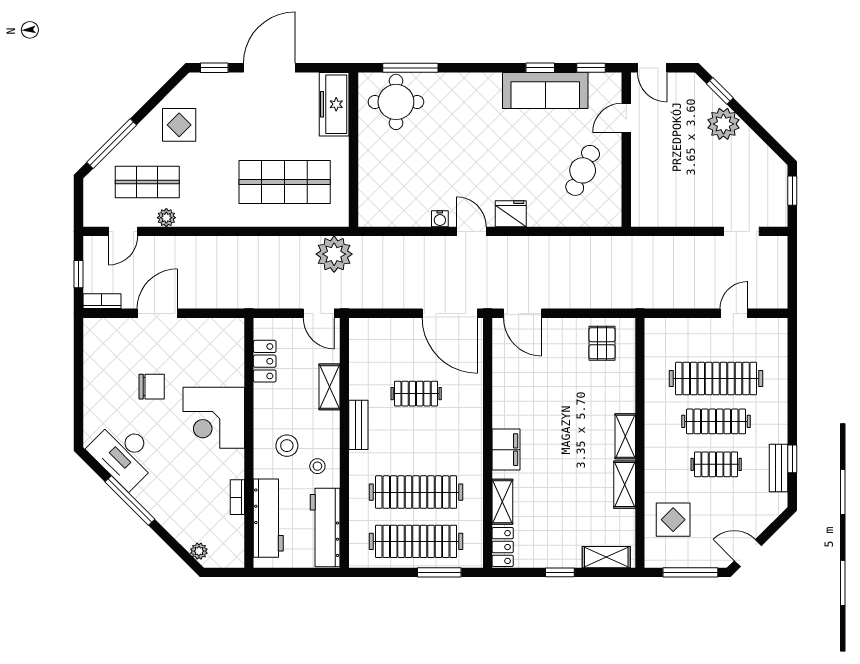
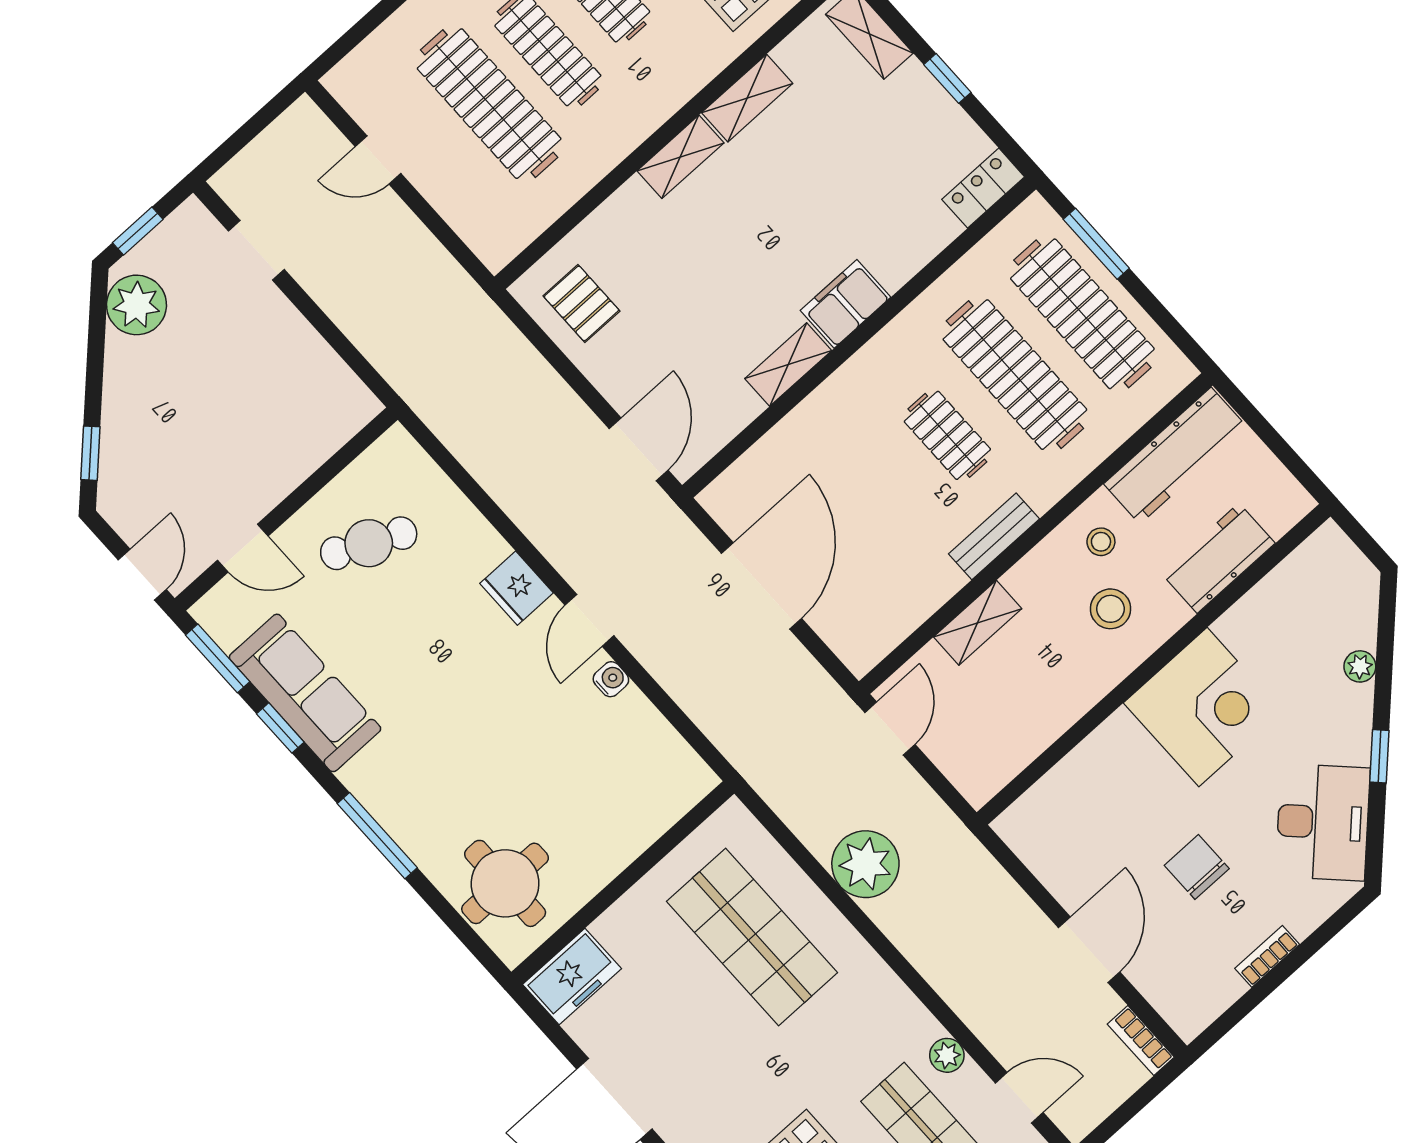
window: (410, 68) -> (377, 836), moved
window: (591, 68) -> (218, 658), width x1.50
freezer: (334, 104) -> (572, 977), width x0.71
plant: (723, 124) -> (136, 305), moved
plant: (334, 254) -> (865, 864), moved
window: (78, 274) -> (1133, 1106), removed
door: (157, 313) -> (1089, 950), swing flipped
door: (450, 313) -> (761, 586), moved
pallet: (602, 343) -> (581, 303), turned 90
locker: (265, 361) -> (1022, 743), removed
clothes rail: (416, 394) -> (947, 435), moved
corner desk: (214, 418) -> (1203, 707), moved
bookcase: (237, 497) -> (1267, 956), moved, turned 180
window: (130, 500) -> (1379, 756), width x0.46
shelving: (502, 502) -> (788, 365), moved
workbench: (268, 518) -> (1218, 558), width x0.73
plant: (199, 551) -> (1360, 666), moved

